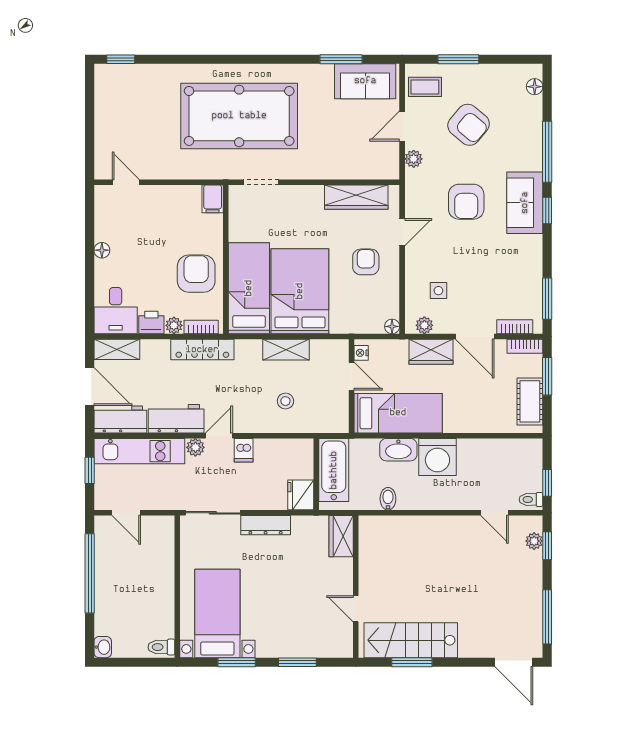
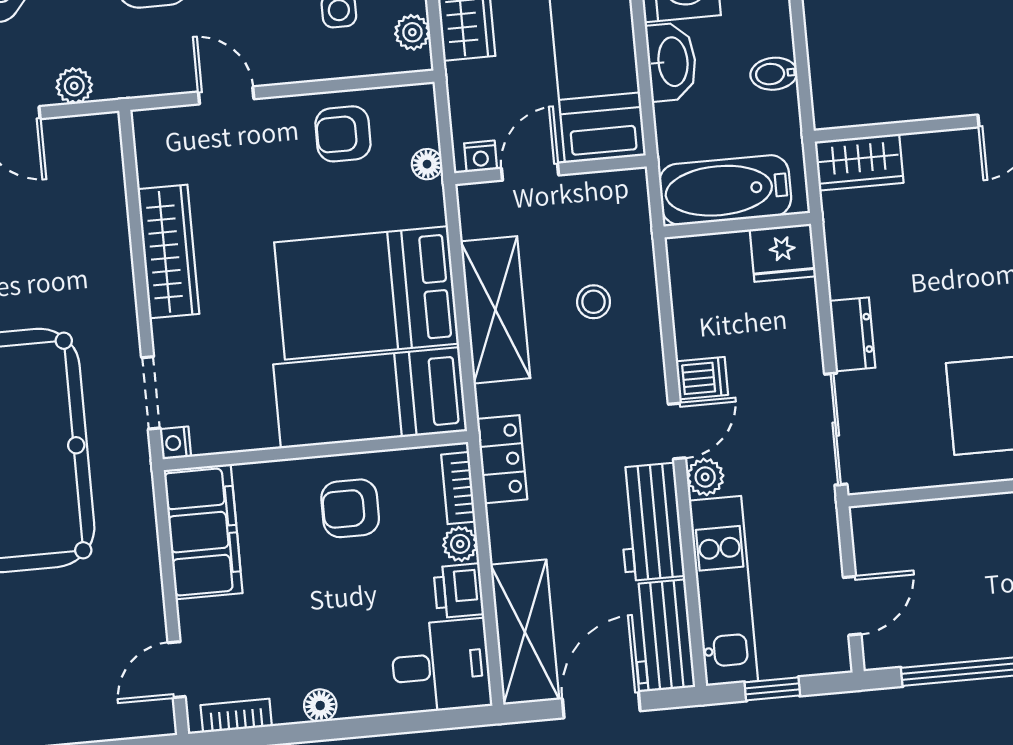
nightstand: (236, 192) -> (175, 443), added
wardrobe: (356, 197) -> (168, 252), moved
filing cabinet: (213, 199) -> (203, 532), width x3.00, depth x1.17
bookcase: (101, 209) -> (236, 716), added
armchair: (366, 262) -> (343, 134), moved
armchair: (196, 274) -> (350, 508), width x0.72, depth x0.72
floor lamp: (392, 326) -> (427, 164), moved
shelving: (117, 349) -> (525, 632), width x1.50, depth x1.33
locker: (202, 350) -> (502, 459), width x0.66
shelving: (286, 350) -> (495, 310), width x1.50, depth x1.33
door: (219, 436) -> (677, 431), swing flipped
dresser: (266, 525) -> (852, 334), width x0.70

